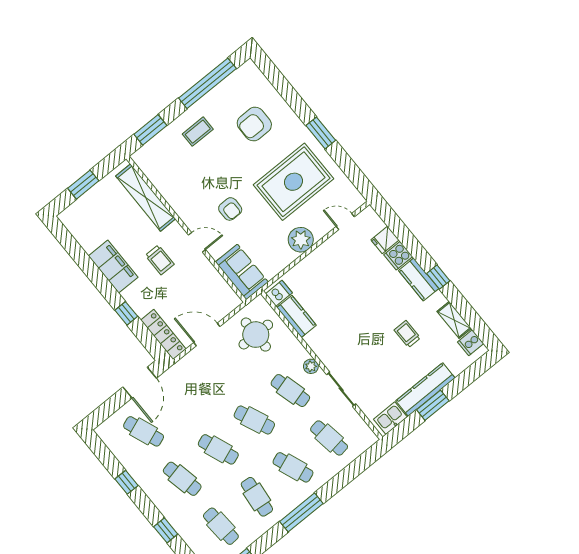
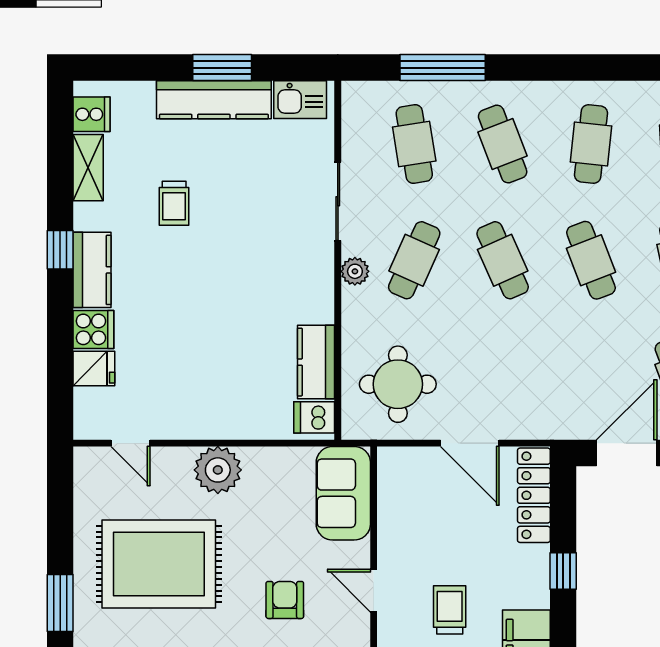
cafe table: (290, 391) -> (414, 260), turned 39
window: (301, 512) -> (443, 68), moved

